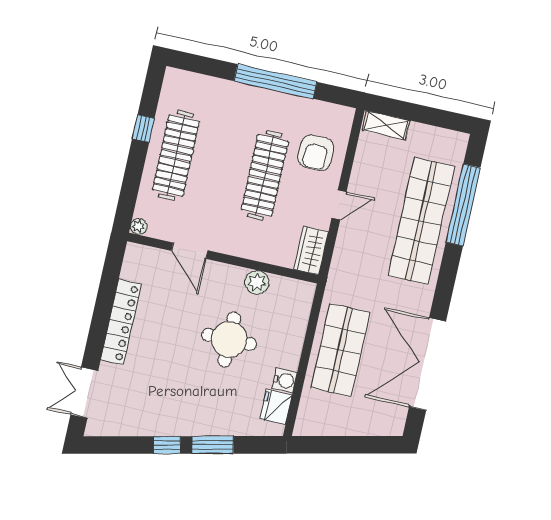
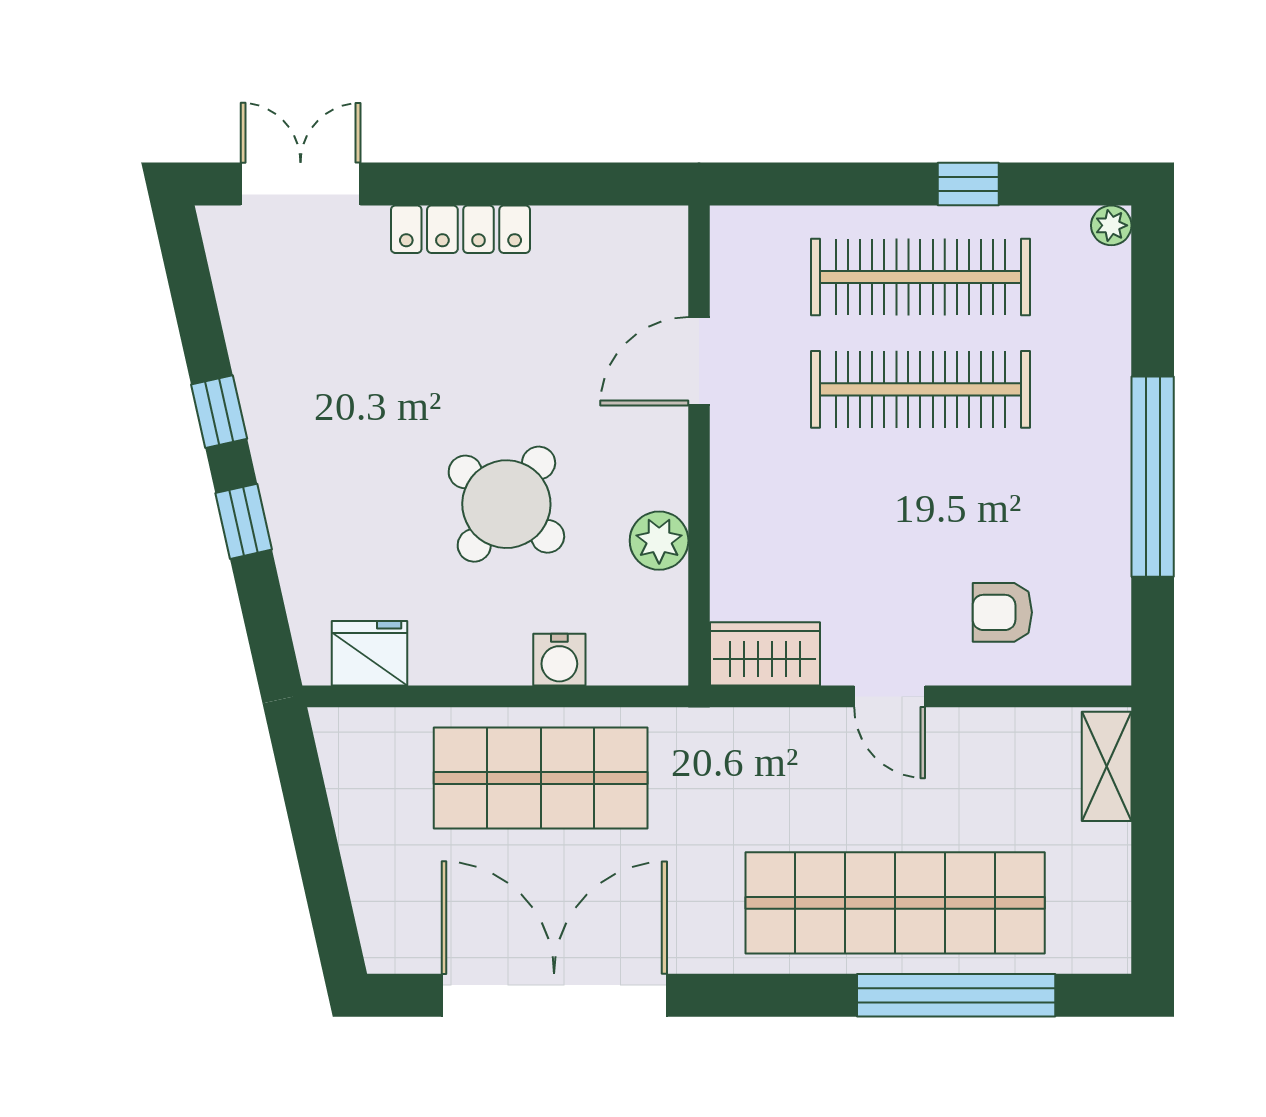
armchair: (316, 153) -> (1002, 612), width x0.72, depth x0.72
clothes rail: (265, 175) -> (920, 389), moved
plant: (139, 226) -> (1111, 225), moved
locker: (121, 322) -> (460, 229), width x0.71, depth x0.83
round table: (229, 339) -> (506, 504), turned 38
water cooler: (285, 380) -> (559, 660), moved
window: (213, 445) -> (244, 521), width x0.67

